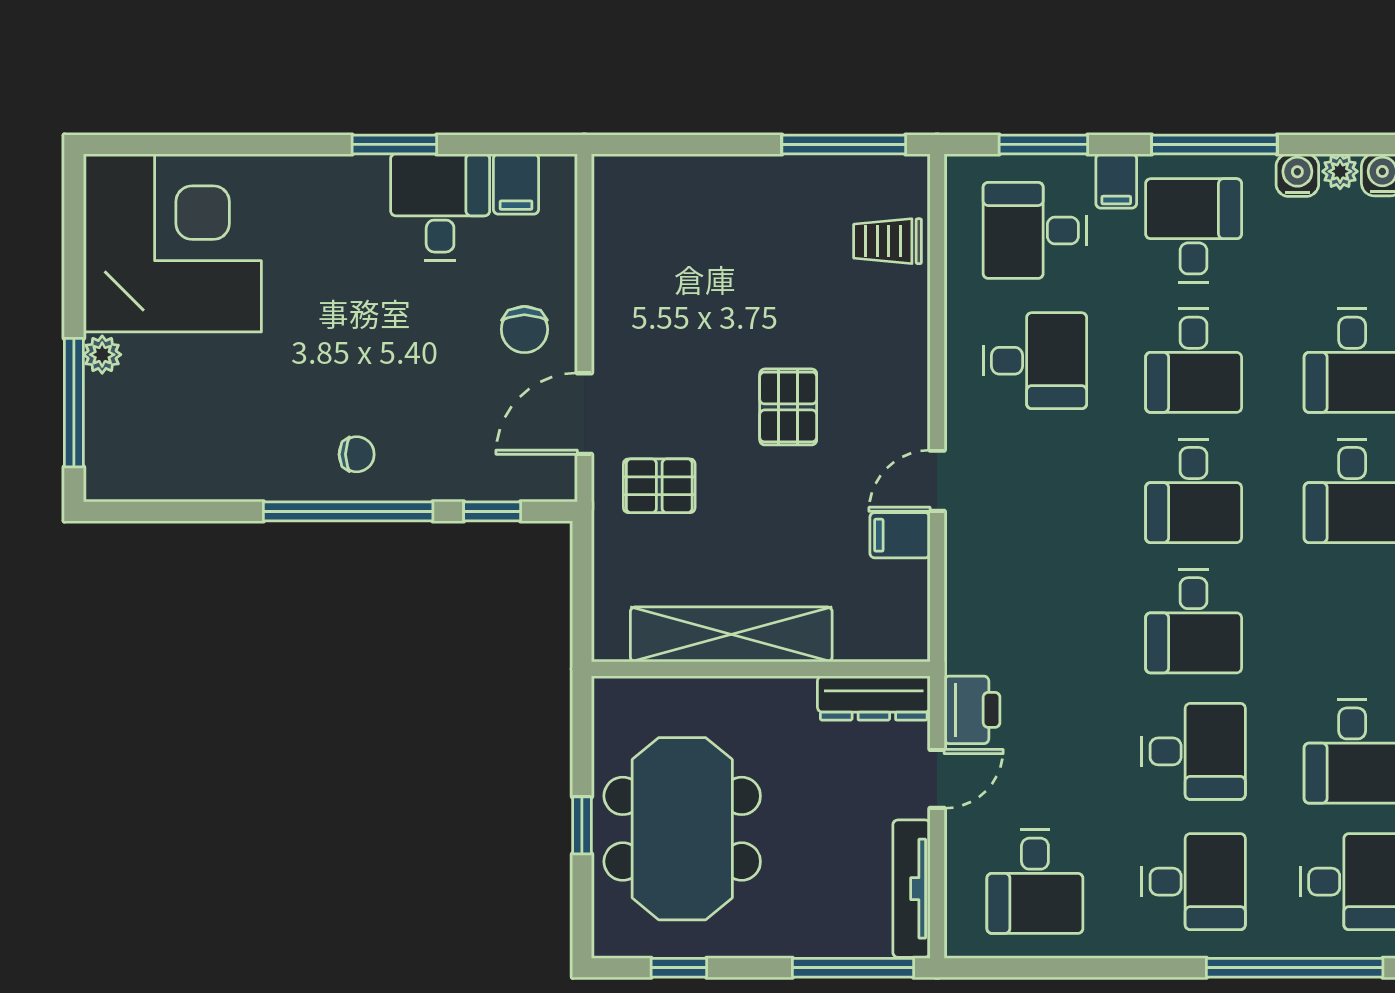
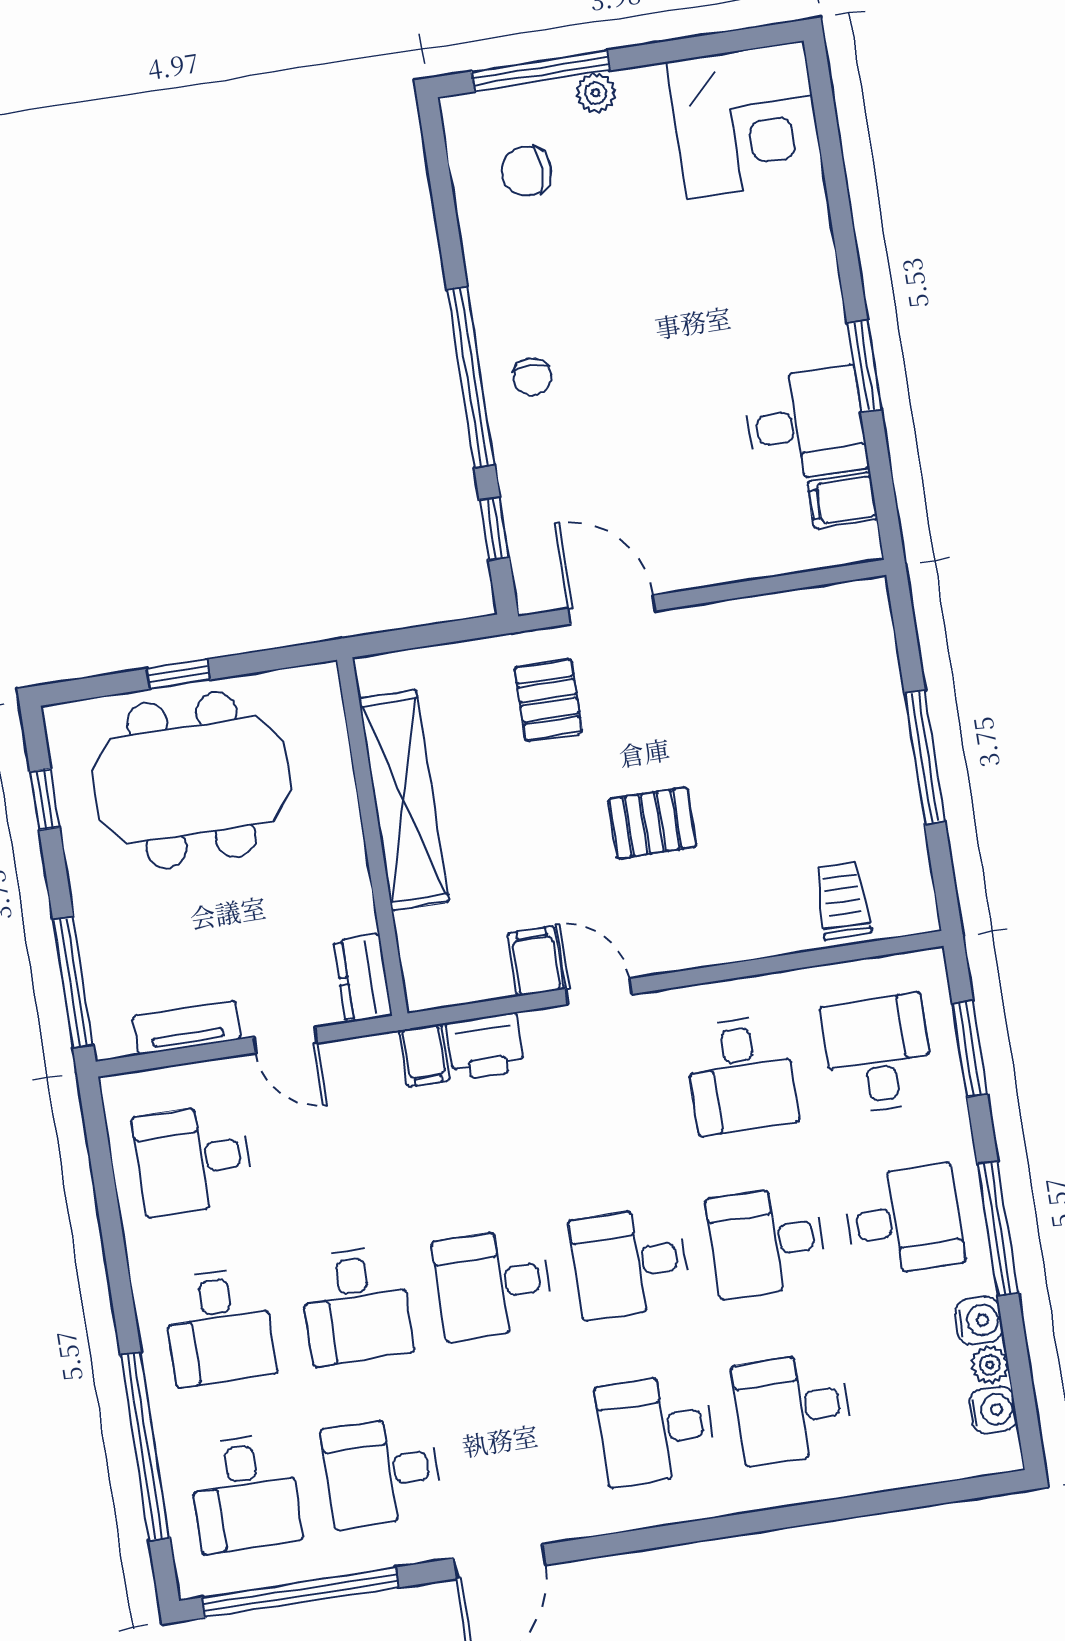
window: (844, 144) -> (925, 757), moved
filing cabinet: (1116, 181) -> (424, 1055), moved, turned -90
corner desk: (172, 243) -> (745, 120), width x0.74, depth x0.74
chair: (524, 330) -> (526, 171), moved
dresser: (874, 698) -> (363, 978), width x0.70
printer: (972, 710) -> (485, 1047), moved
tv unit: (911, 889) -> (187, 1028), width x0.71

